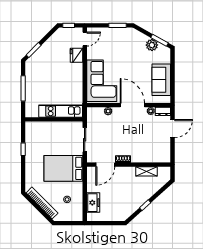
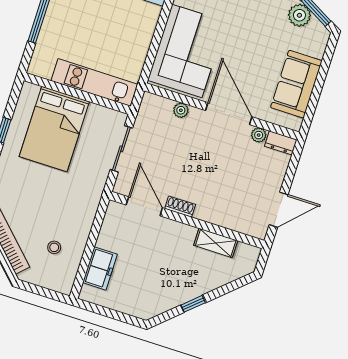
door: (173, 129) -> (279, 210), moved
door: (105, 165) -> (144, 206), swing flipped
bed: (63, 168) -> (54, 129), moved, turned -90

